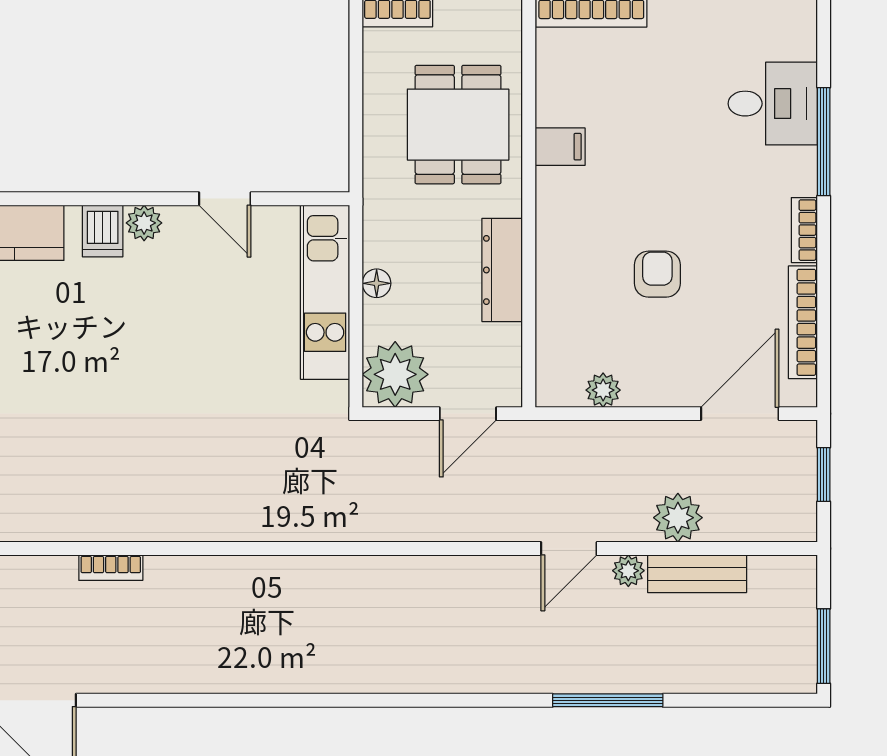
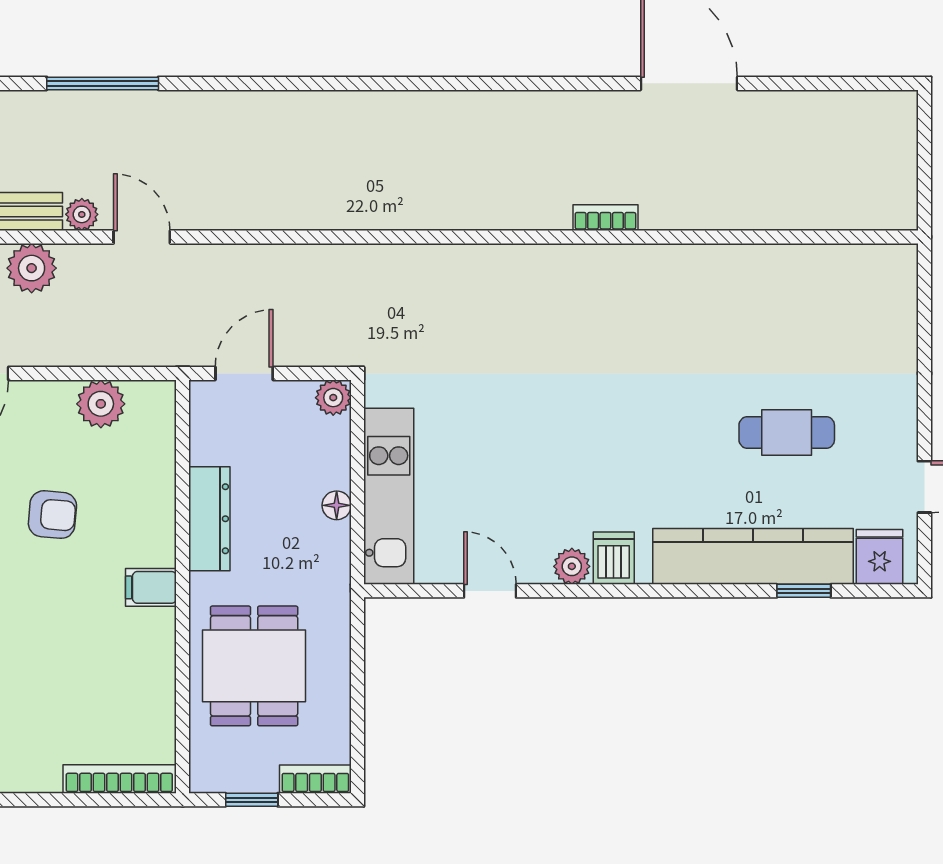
filing cabinet: (560, 147) -> (151, 587), moved
armchair: (657, 274) -> (52, 515), turned -85
plant: (395, 374) -> (333, 398), width x0.53, depth x0.53
plant: (603, 390) -> (101, 404), width x1.38, depth x1.38
door: (569, 548) -> (142, 237), hinge flipped

